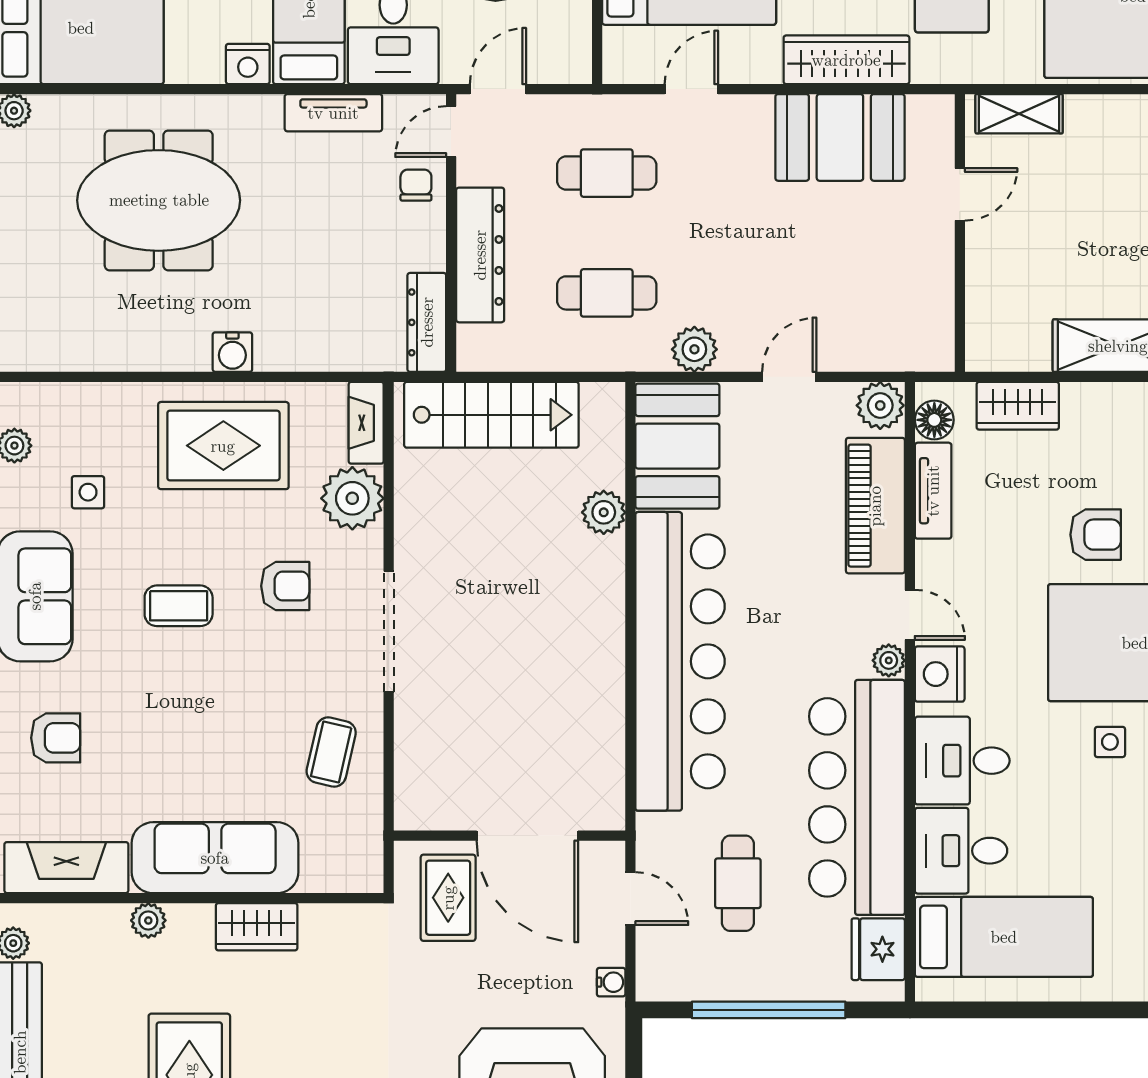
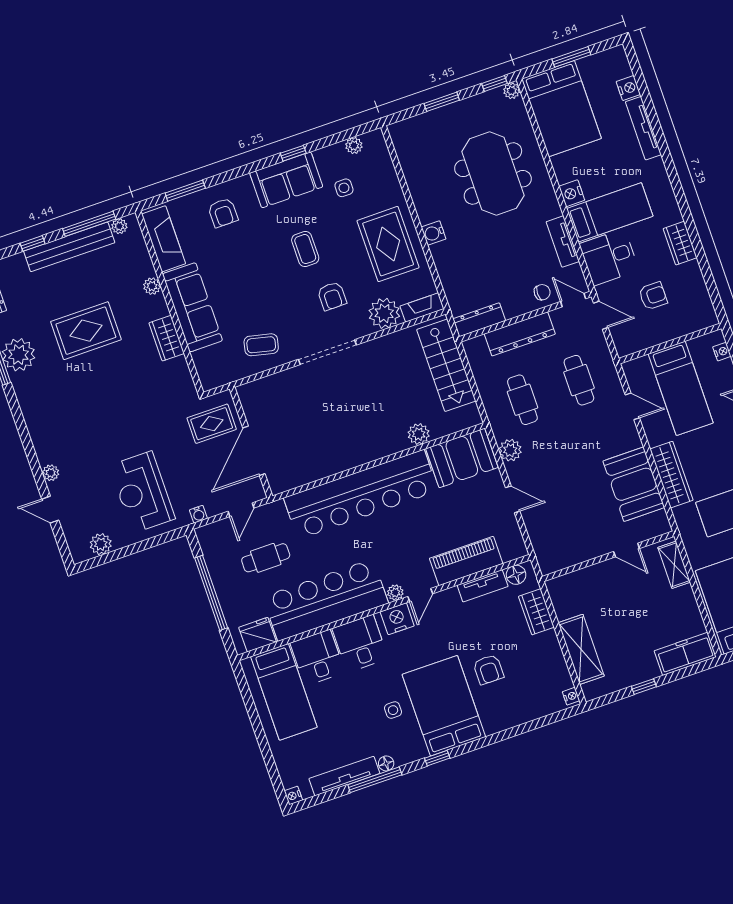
plant: (880, 405) -> (514, 547), removed

